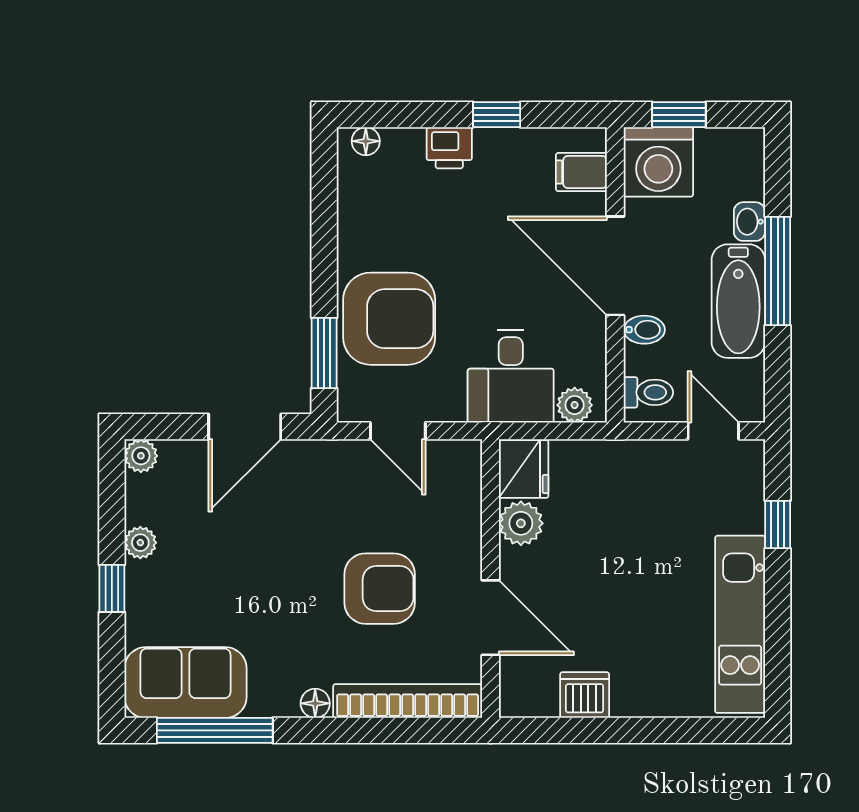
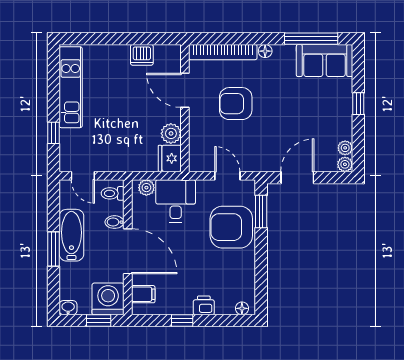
washbasin: (749, 222) -> (68, 308), moved, turned -90
window: (778, 271) -> (54, 249), width x0.69
plant: (140, 543) -> (345, 148), moved

